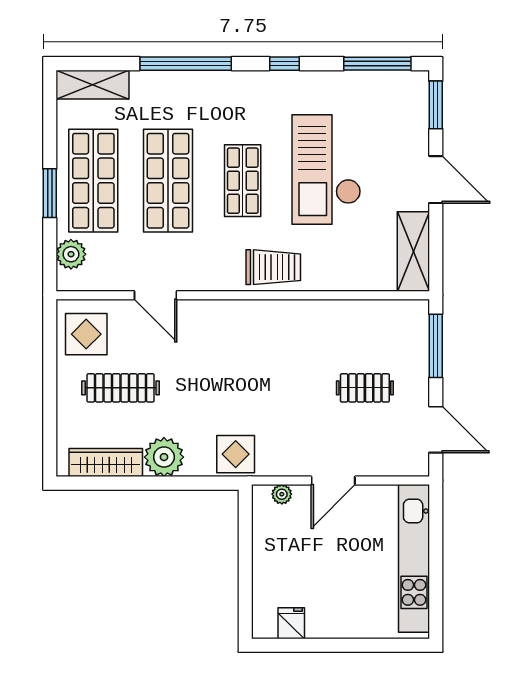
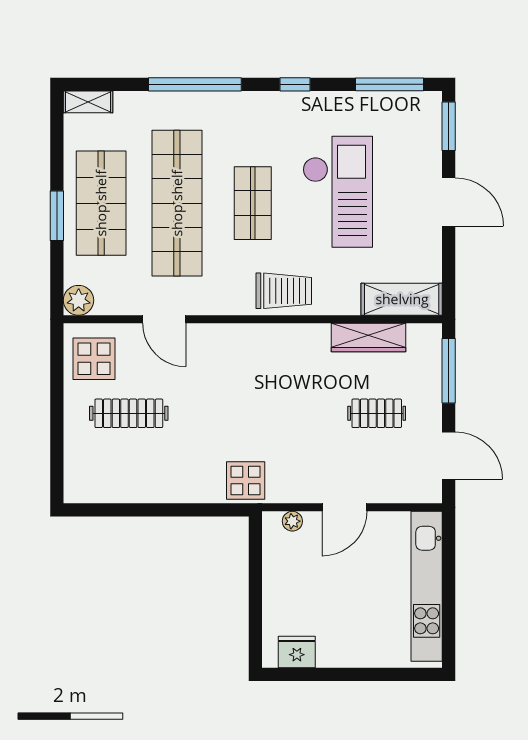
shelving: (92, 85) -> (88, 102), width x0.67, depth x0.75
checkout: (326, 170) -> (338, 192), turned 180
shop shelf: (168, 181) -> (177, 203), width x1.40
shelving: (413, 252) -> (402, 299), moved, turned 90
plant: (71, 254) -> (79, 300), moved
plant: (164, 457) -> (173, 484), removed
wardrobe: (106, 462) -> (368, 338), moved, turned 180
fridge: (291, 623) -> (297, 652), width x1.38

